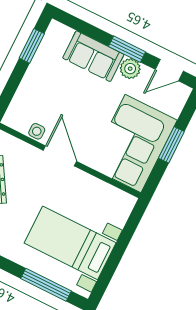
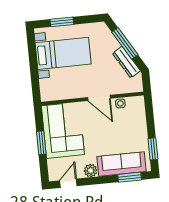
window: (127, 49) -> (130, 177), moved
sofa: (93, 56) -> (122, 164), width x1.36
window: (46, 285) -> (62, 22), width x0.69

